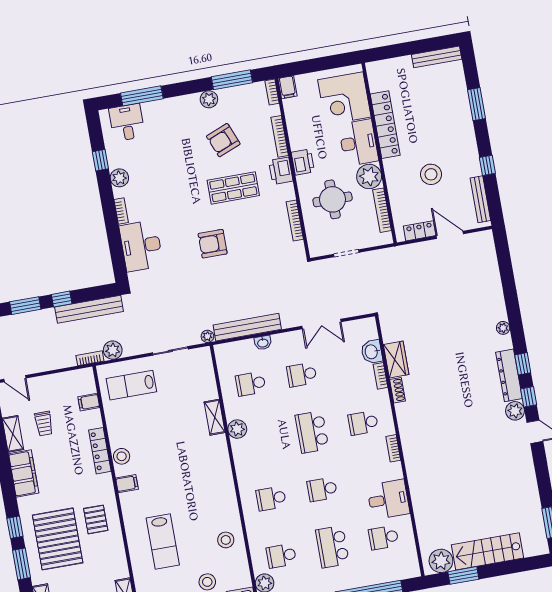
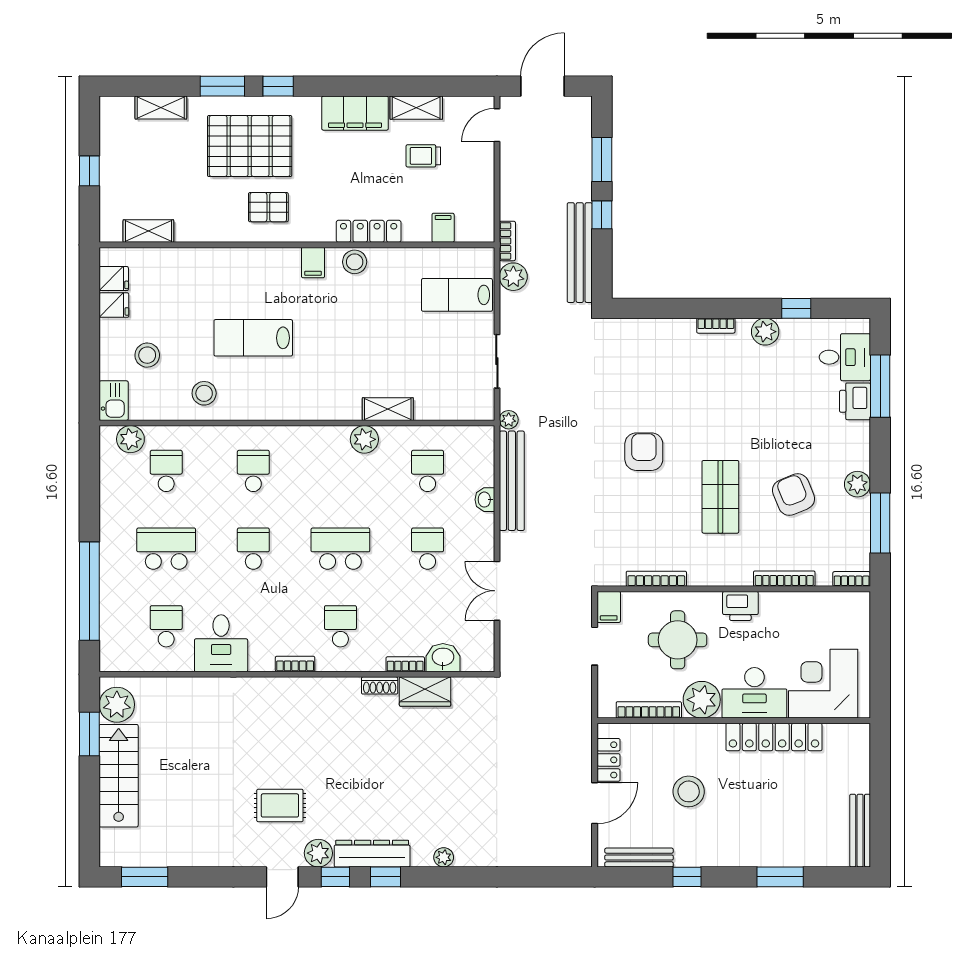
filing cabinet: (288, 87) -> (609, 607), moved, turned -90
printer: (281, 171) -> (855, 401), moved, turned -90
desk: (141, 246) -> (659, 346), removed
lab bench: (131, 385) -> (457, 295), turned -90
rug: (488, 442) -> (280, 805), added
lab bench: (163, 542) -> (253, 338), moved

